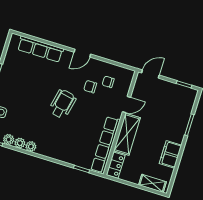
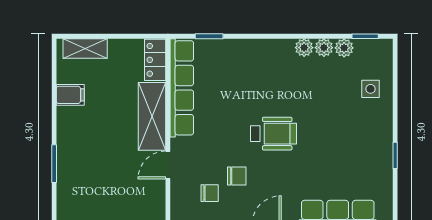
wheelchair: (62, 104) -> (274, 134), turned -102
filing cabinet: (170, 154) -> (70, 95), width x0.50

